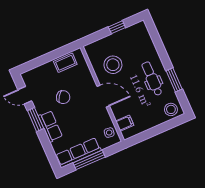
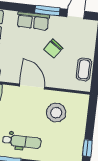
window: (117, 27) -> (87, 148), moved
door: (103, 96) -> (32, 86), swing flipped

